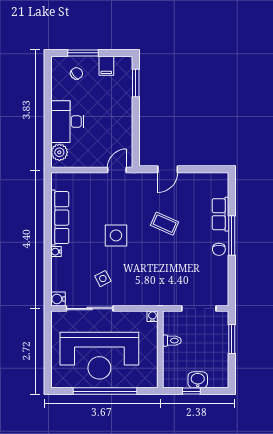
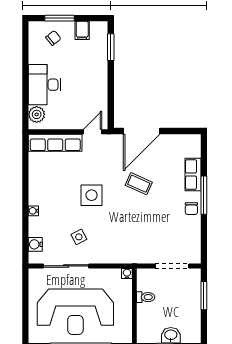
door: (168, 169) -> (142, 131), width x1.88
row of seats: (60, 218) -> (55, 143), moved, turned 90
water cooler: (58, 299) -> (35, 244), moved

